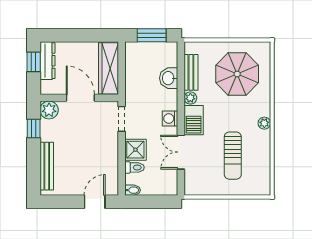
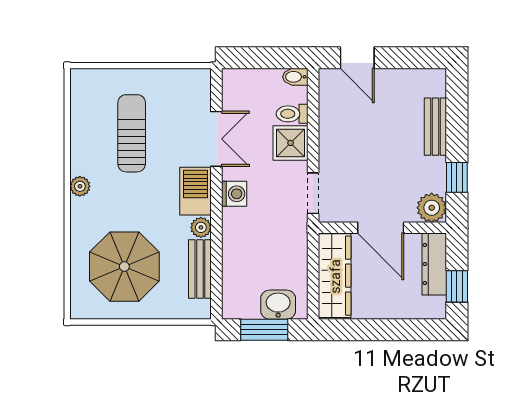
dresser: (47, 61) -> (434, 264), moved
washbasin: (169, 78) -> (278, 305), moved, turned -90
bench: (47, 166) -> (435, 127), width x0.73
door: (95, 202) -> (357, 58), hinge flipped

